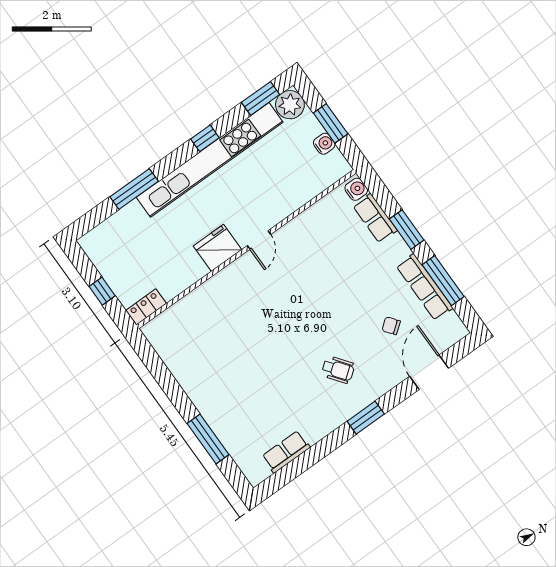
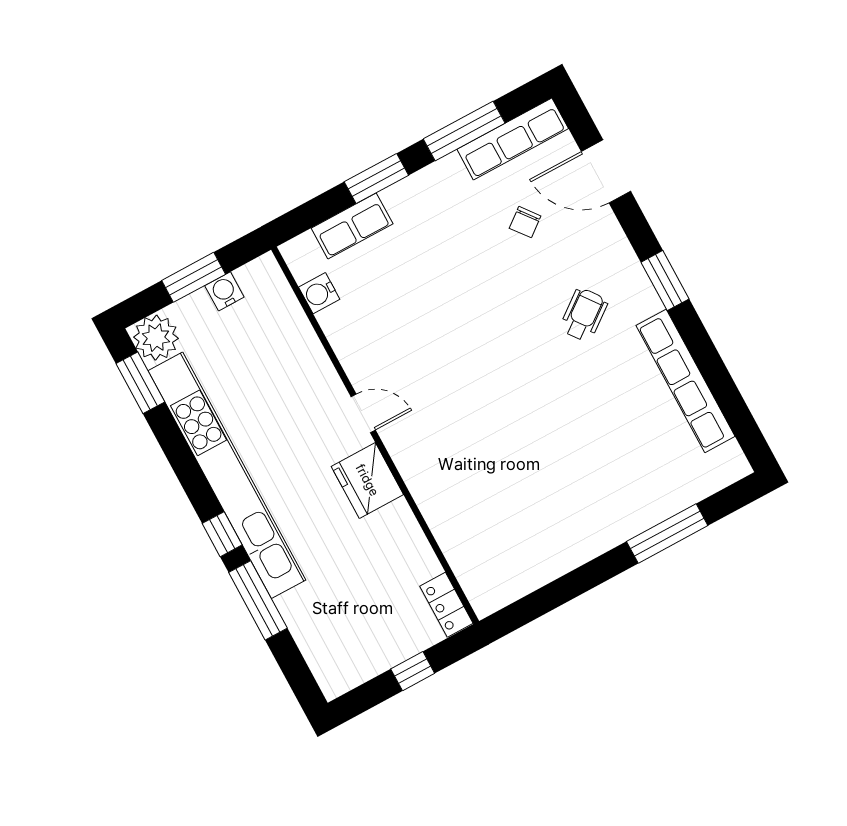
window: (205, 138) -> (222, 534), moved
water cooler: (356, 189) -> (319, 293), moved, turned -90
row of seats: (425, 287) -> (513, 139), moved
row of seats: (286, 452) -> (686, 381), width x2.02

